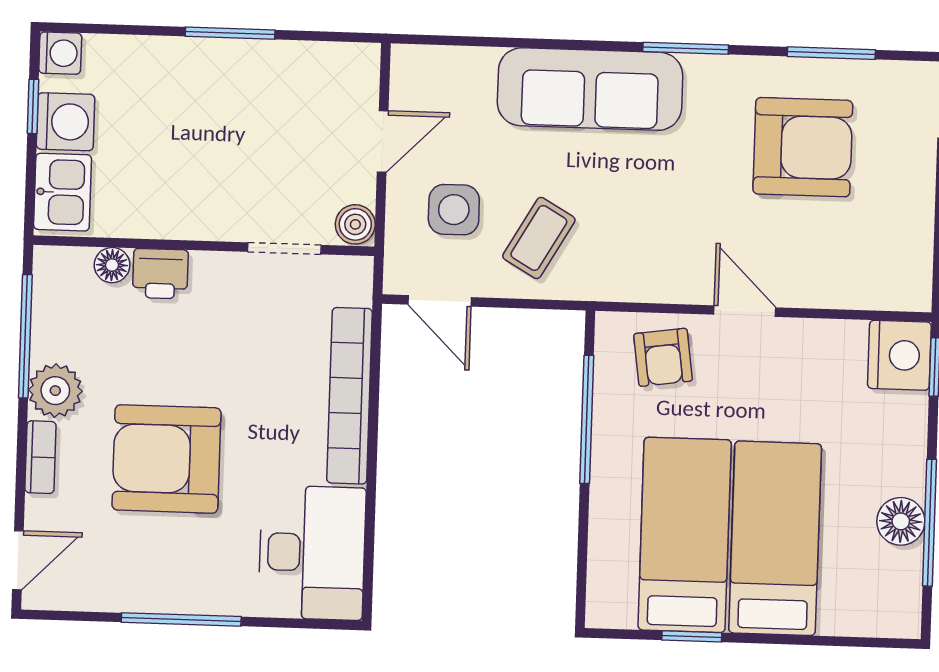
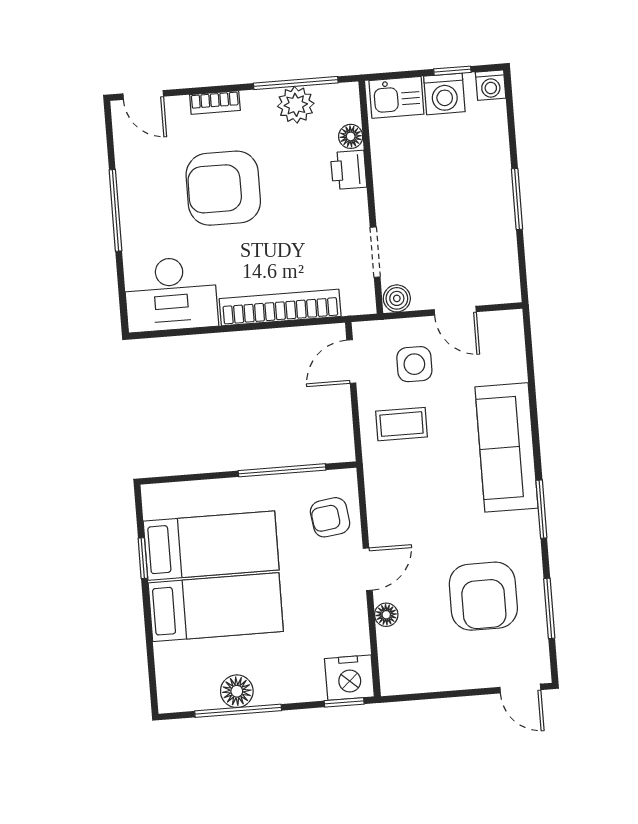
coffee table: (539, 238) -> (402, 424), turned -30
floor lamp: (814, 291) -> (386, 615), added
plant: (55, 391) -> (296, 105), moved
armchair: (166, 459) -> (223, 188), turned -90

